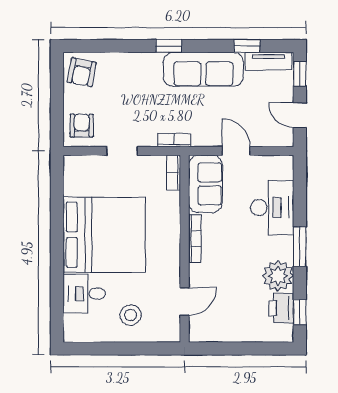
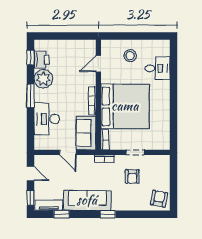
armchair: (82, 126) -> (132, 176), moved
bed: (104, 235) -> (125, 106), moved, turned 180

